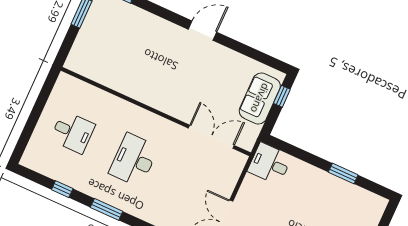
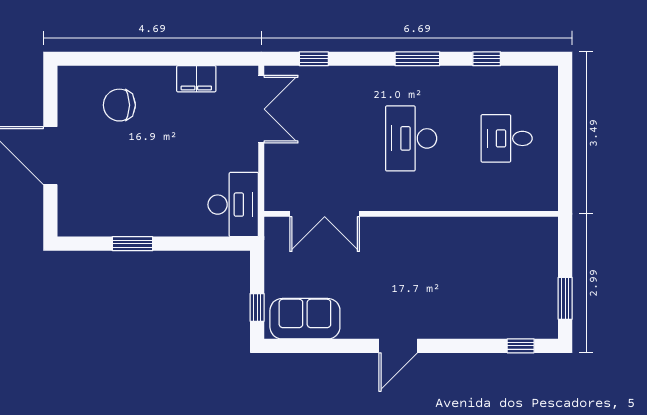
sofa: (260, 98) -> (305, 319), moved, turned -90
desk: (134, 160) -> (411, 138), turned 180
desk: (270, 164) -> (233, 205), width x1.37

